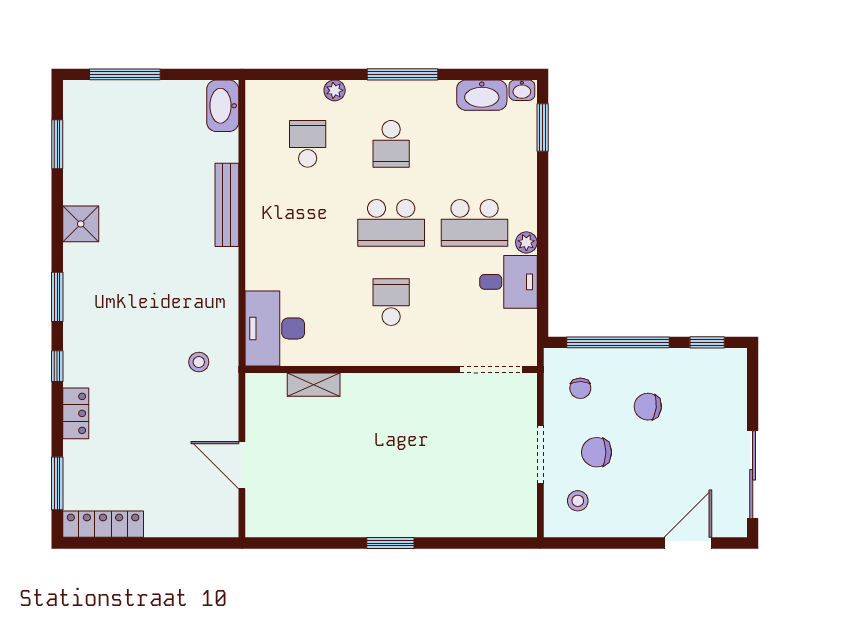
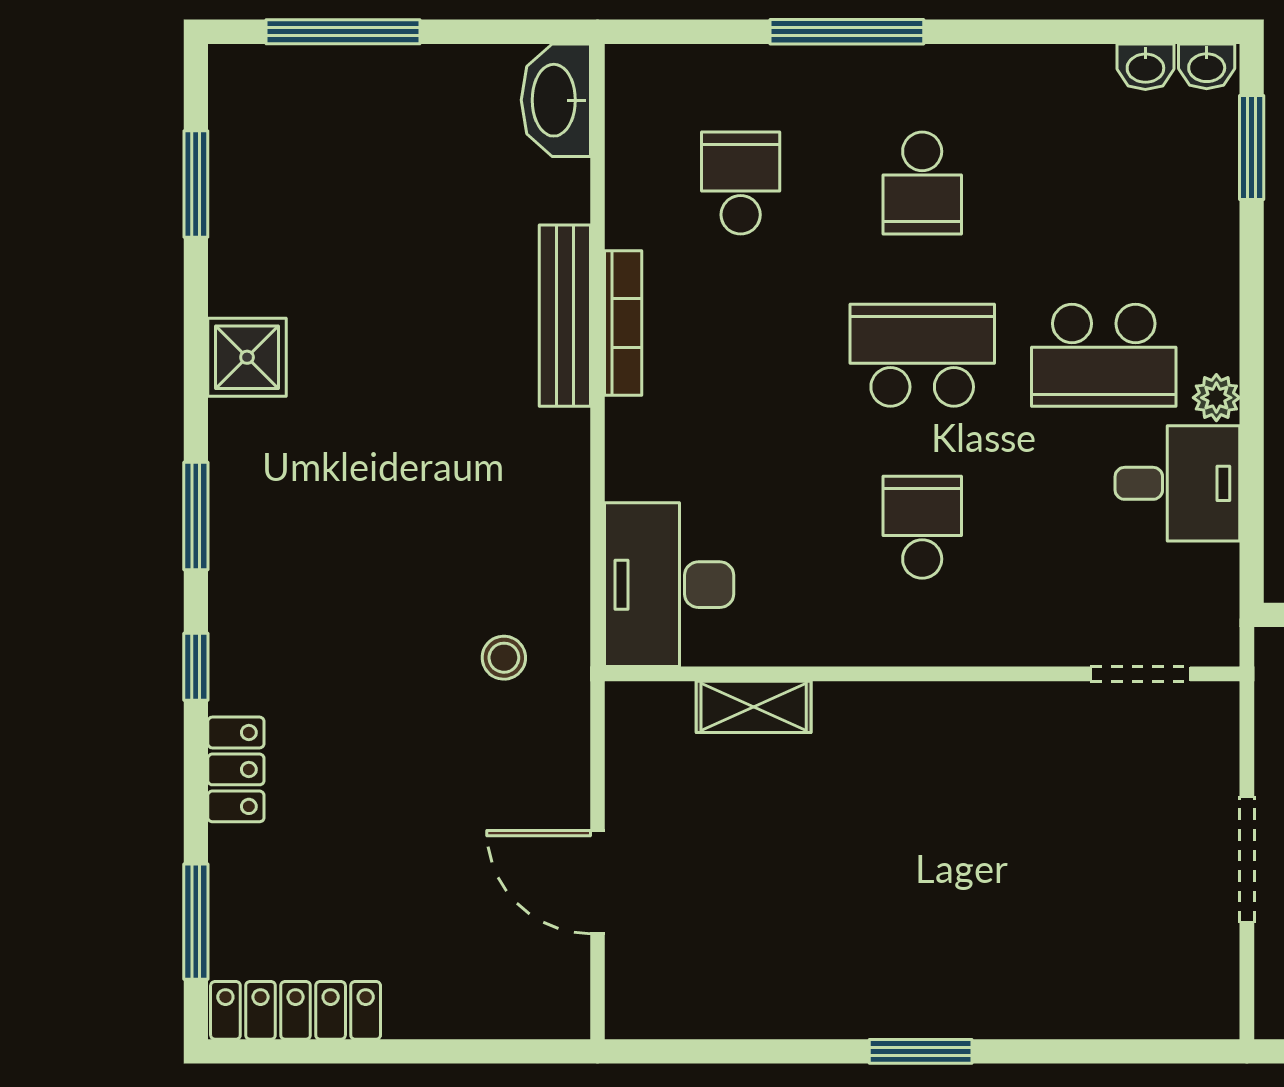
window: (402, 74) -> (847, 32), moved
plant: (335, 90) -> (799, 67), removed
washbasin: (482, 95) -> (1145, 67), width x0.52, depth x0.69
bookcase: (254, 208) -> (623, 323), added
school desk: (391, 223) -> (922, 355), turned 180
doorway: (491, 369) -> (1140, 674), width x0.73

